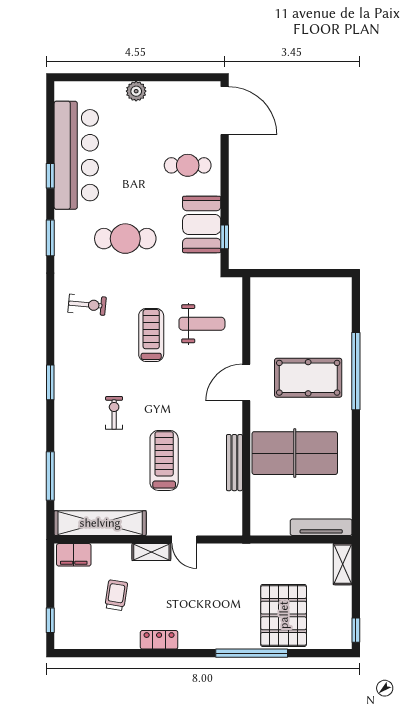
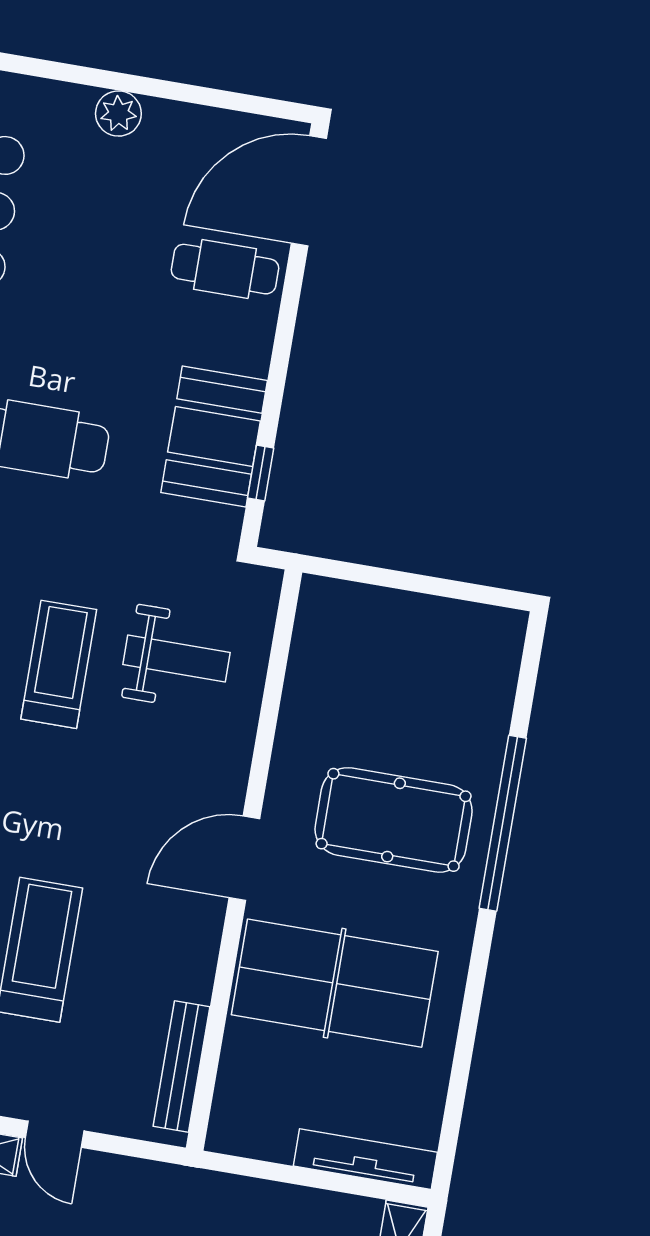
door: (225, 111) -> (309, 191), swing flipped
cafe table: (188, 165) -> (225, 269), moved
door: (246, 383) -> (244, 858), moved
bench: (234, 463) -> (182, 1067), moved

